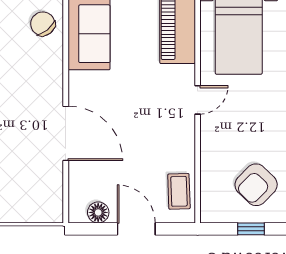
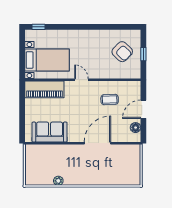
chair: (43, 24) -> (45, 154), removed
coffee table: (179, 191) -> (110, 100), moved

